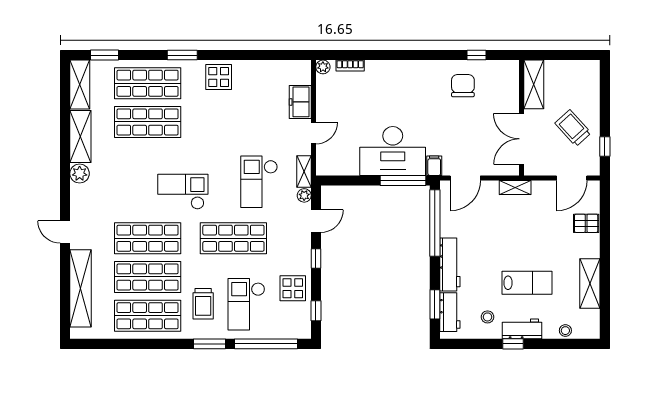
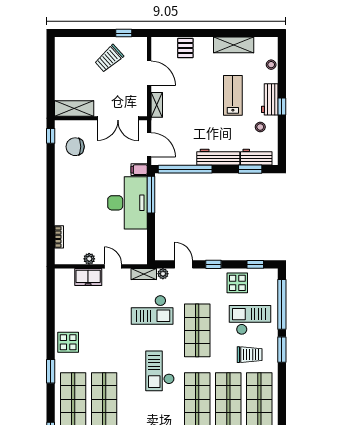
plant: (323, 67) -> (89, 259), moved
shelving: (534, 84) -> (74, 108), moved
wall: (521, 118) -> (101, 118), moved
double door: (521, 139) -> (118, 118), moved
door: (572, 178) -> (149, 73), moved
checkout: (246, 304) -> (250, 320), turned 180

